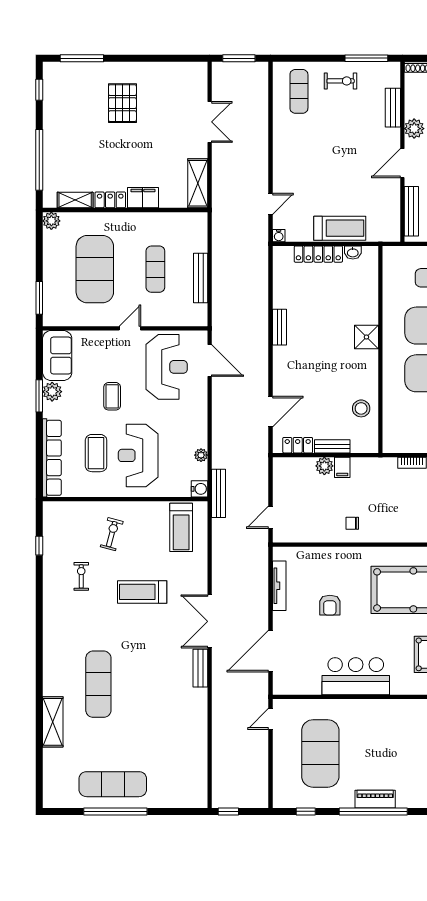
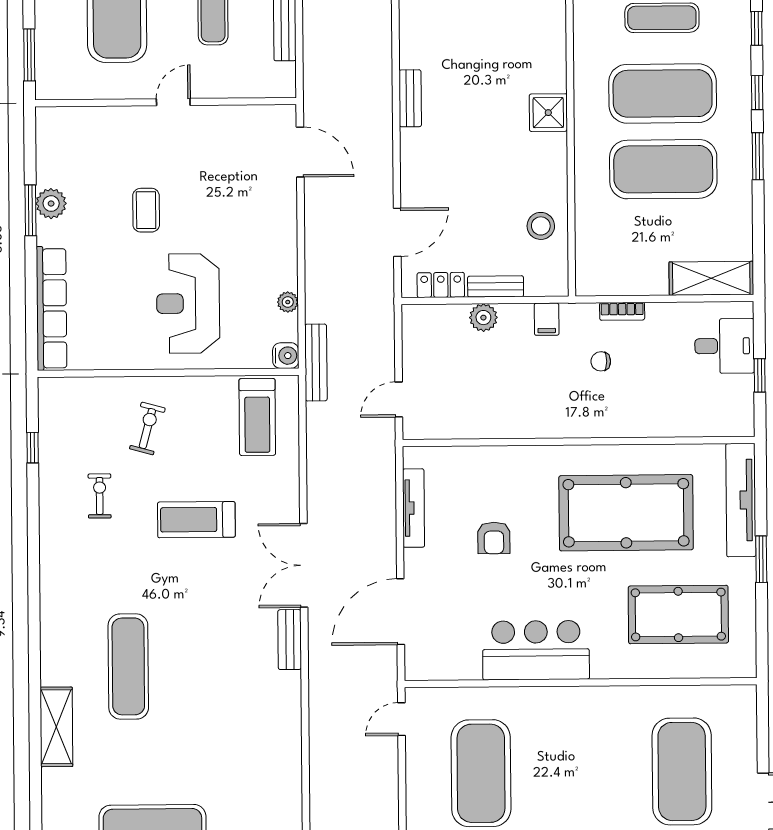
sofa: (57, 356) -> (58, 146), removed
reception desk: (167, 367) -> (232, 163), removed
coffee table: (96, 453) -> (121, 300), removed
filing cabinet: (342, 467) -> (547, 319), moved
chair: (352, 523) -> (601, 361), moved

